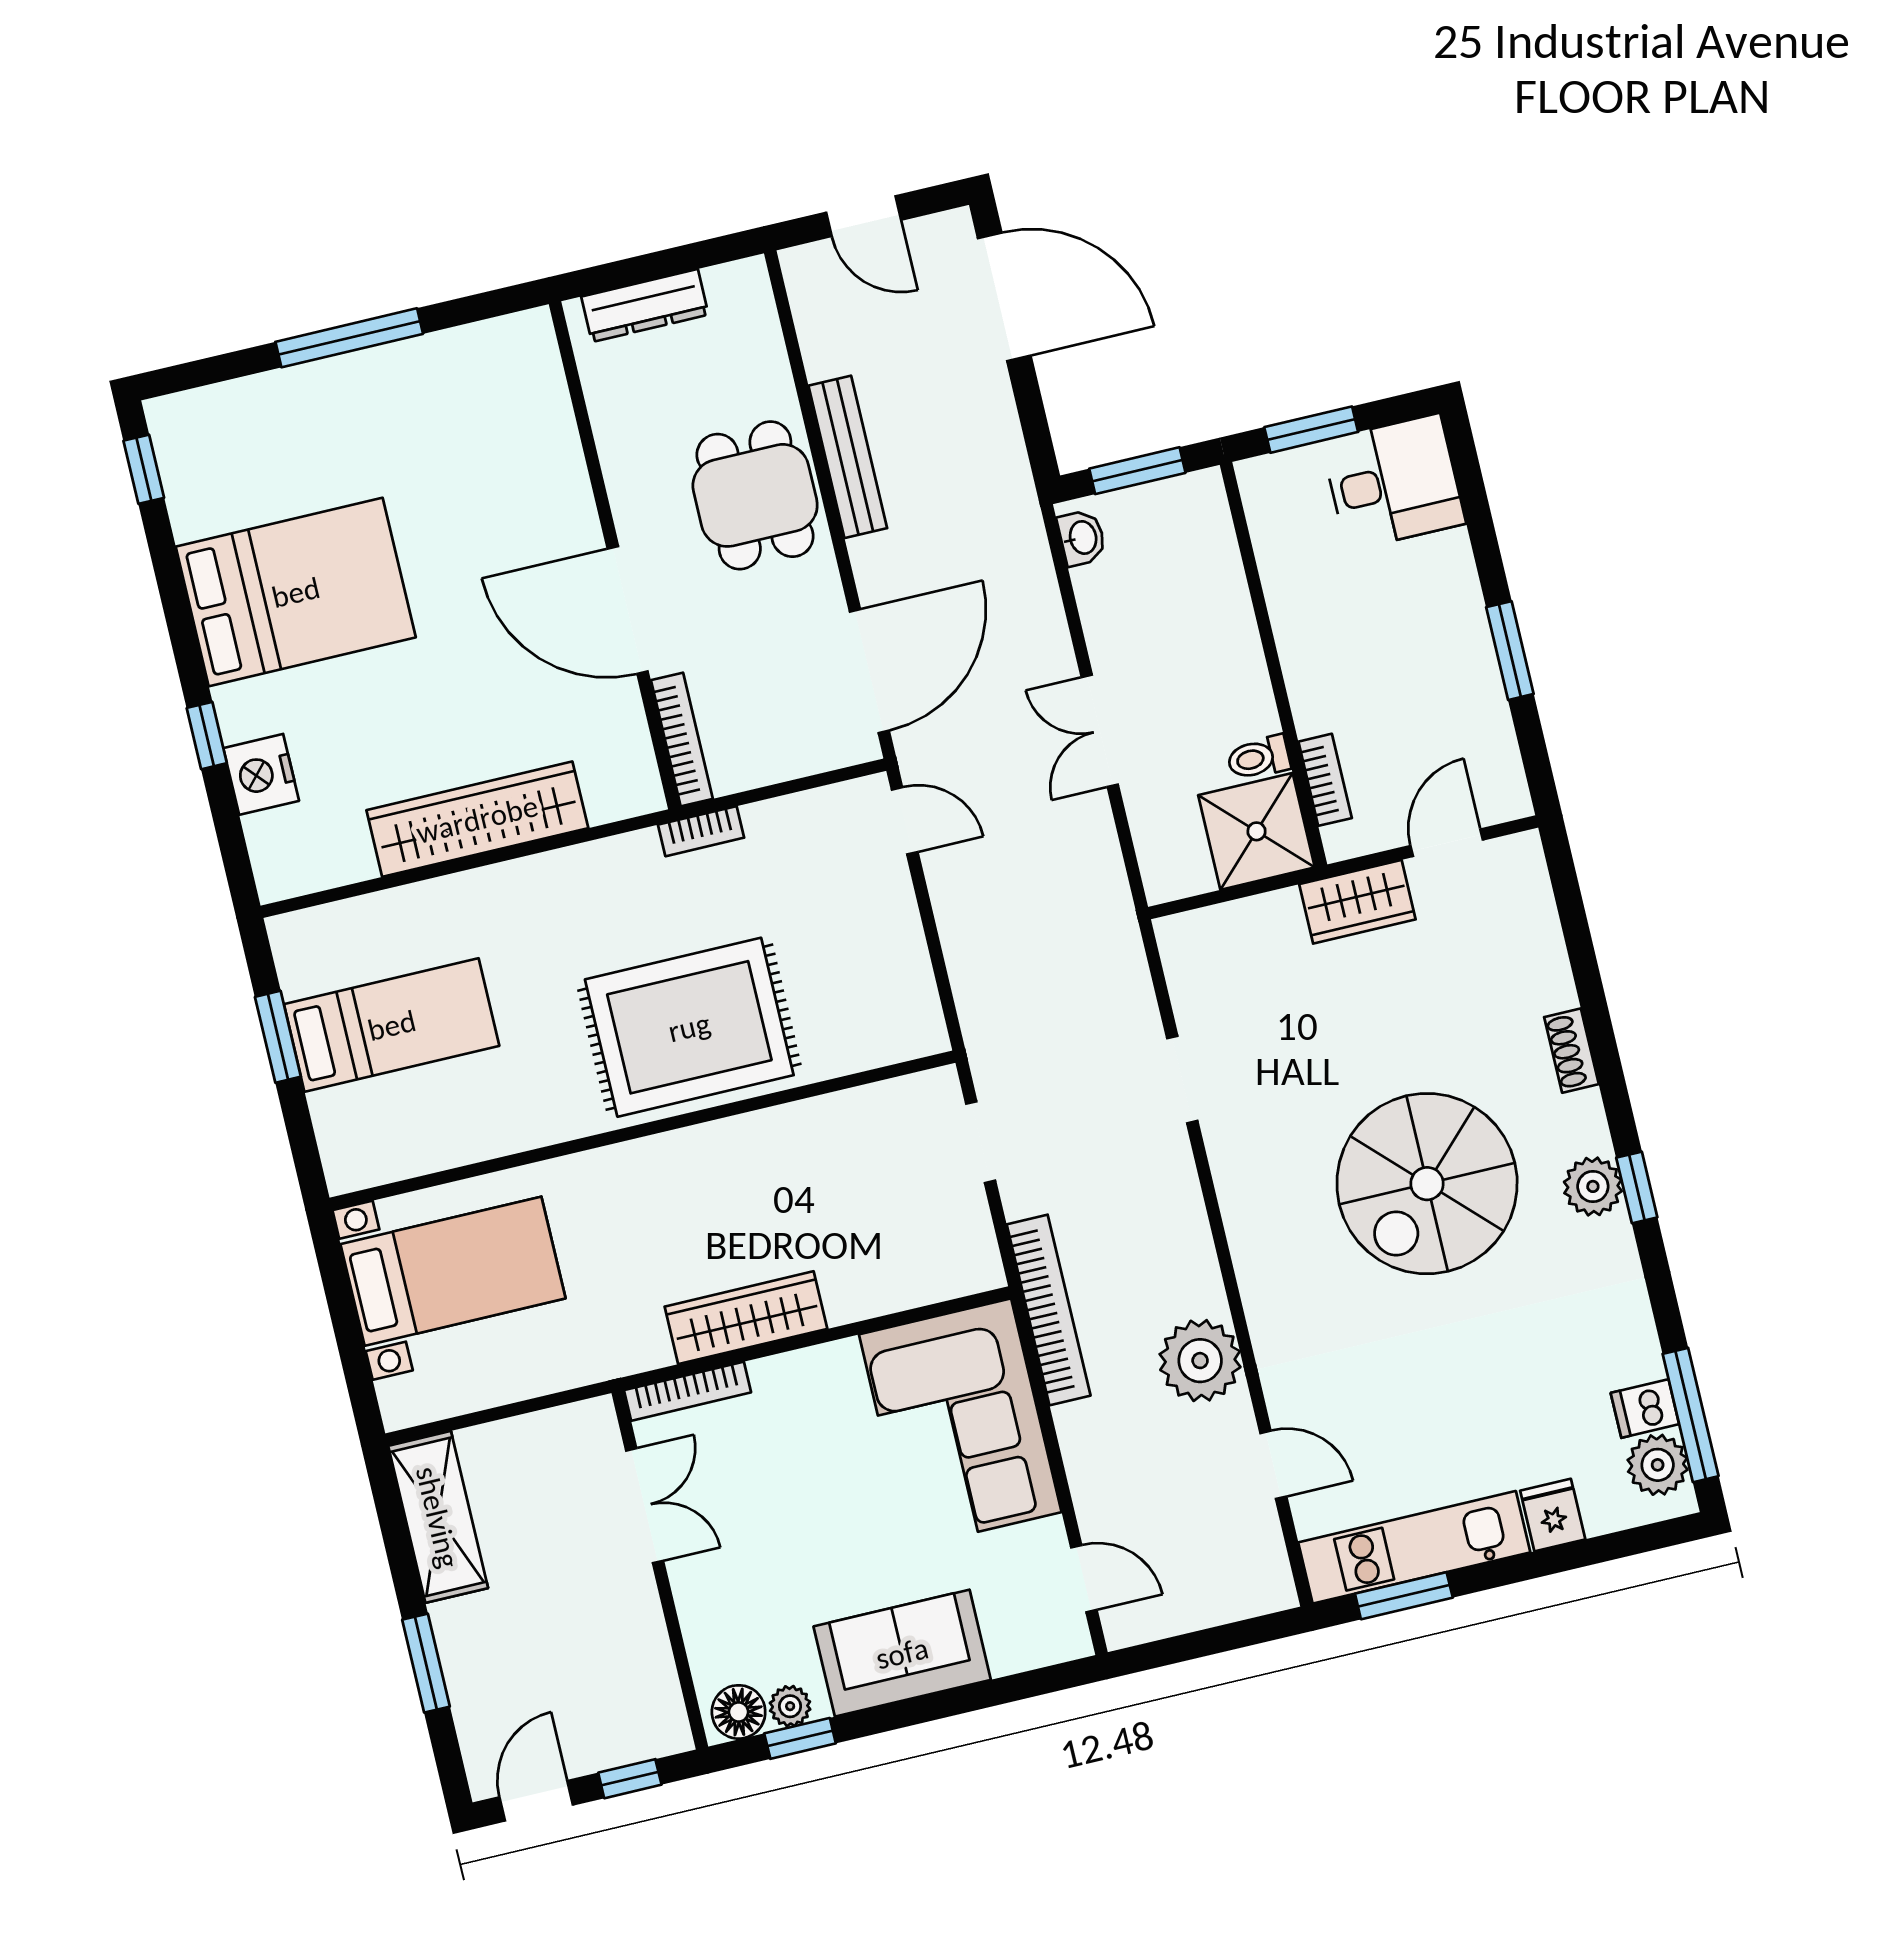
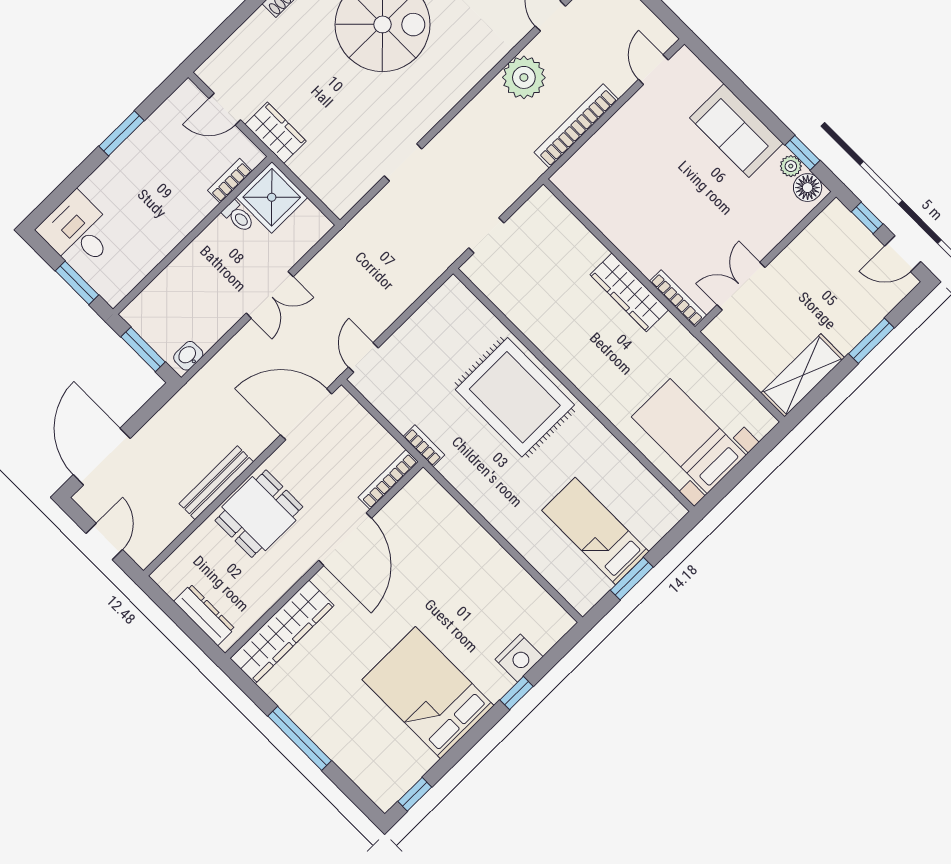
wardrobe: (477, 819) -> (282, 632), moved, turned -90
bookcase: (1049, 1310) -> (576, 126), moved
corner sofa: (960, 1423) -> (618, 168), removed

